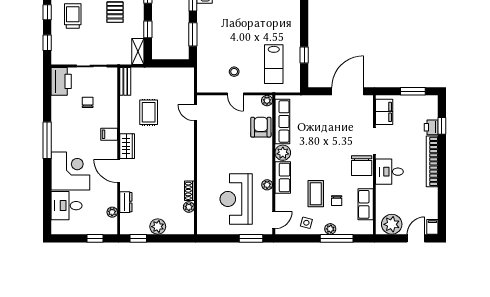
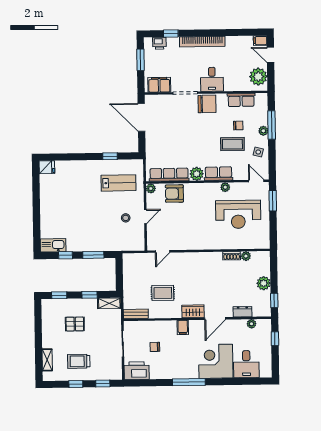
printer: (431, 127) -> (159, 43), moved

